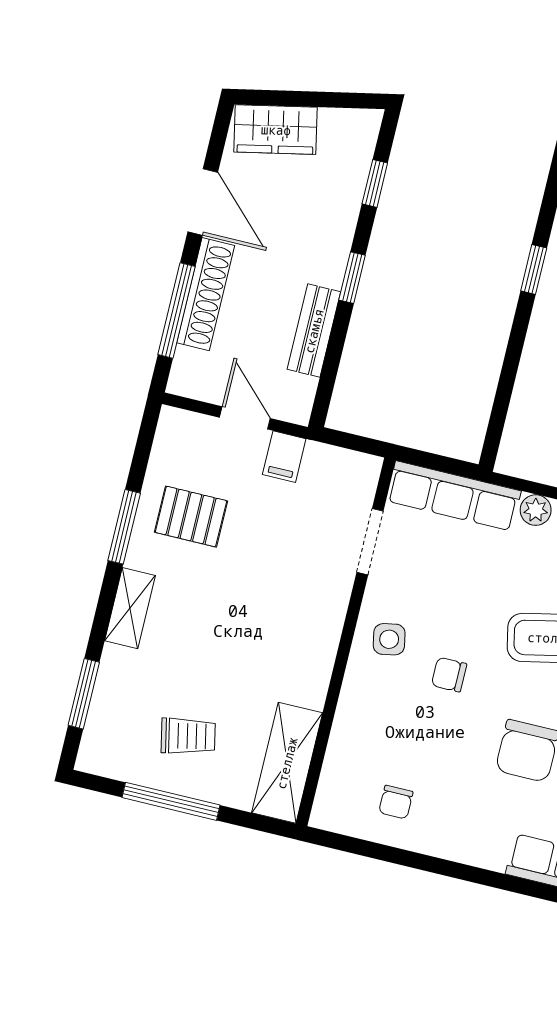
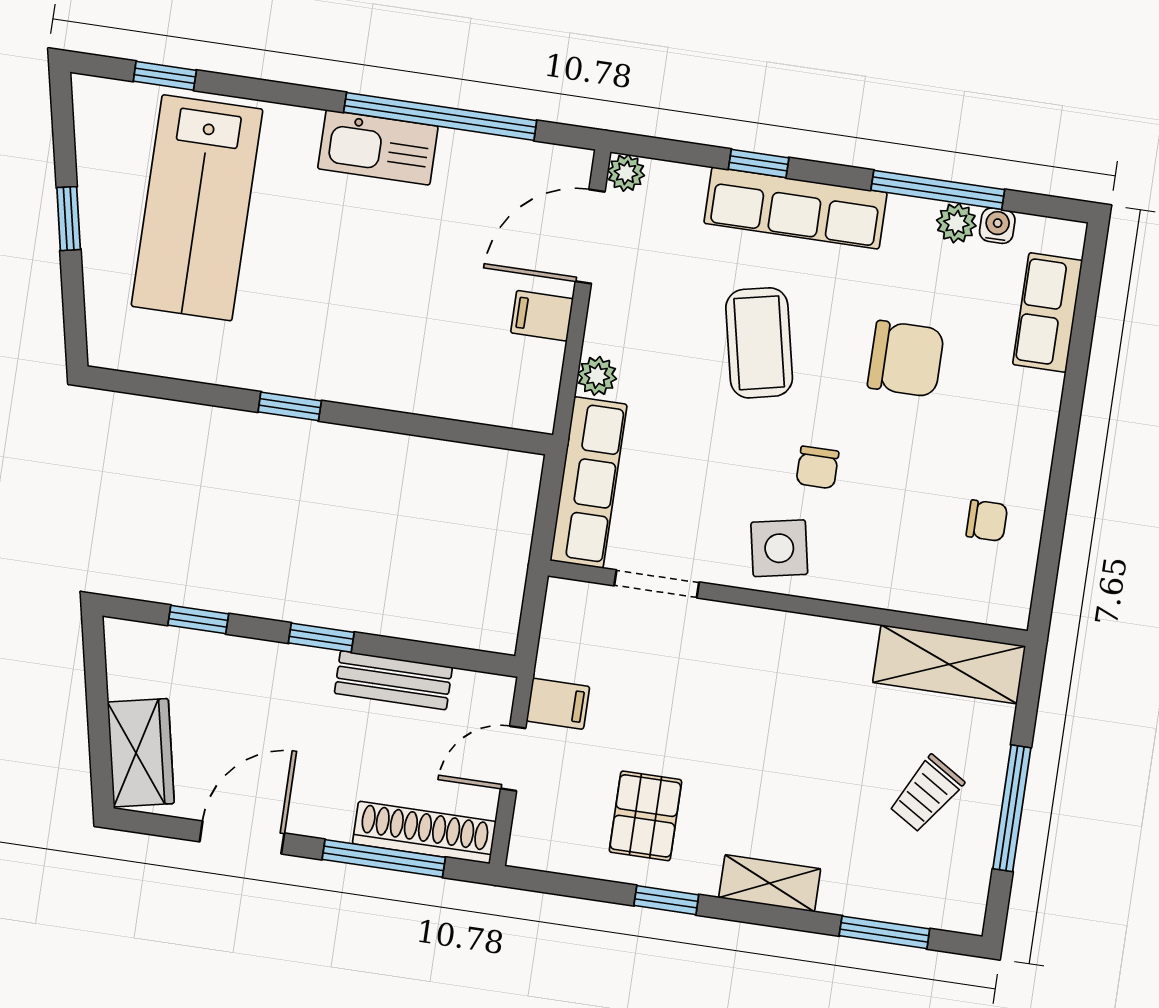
shoe rack: (206, 294) -> (424, 833), moved
window: (124, 527) -> (666, 900), width x0.67
side table: (389, 639) -> (779, 548), width x1.37, depth x1.37
trolley: (188, 736) -> (926, 794), turned -136

